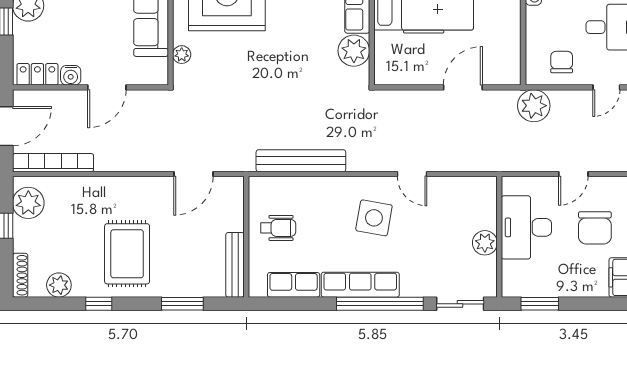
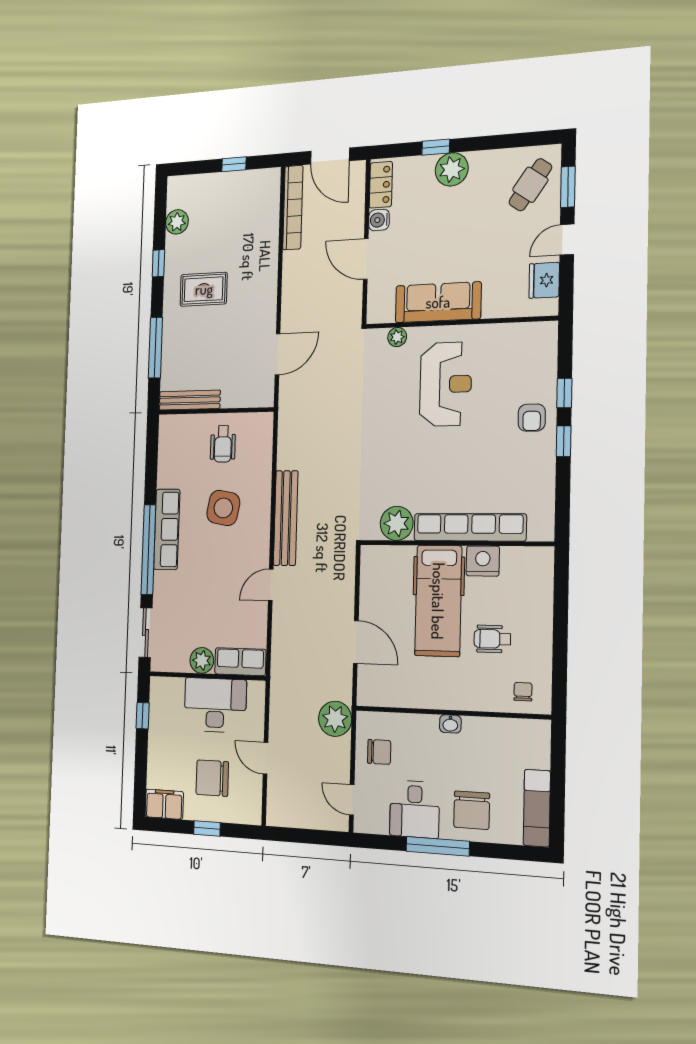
bench: (301, 161) -> (286, 518), moved
door: (193, 174) -> (278, 354), swing flipped
plant: (28, 203) -> (255, 185), removed
side table: (374, 218) -> (223, 508), moved
rug: (127, 254) -> (204, 289), width x0.73, depth x0.70
shoe rack: (20, 275) -> (187, 182), removed
row of seats: (294, 285) -> (240, 662), moved, turned -90
window: (182, 304) -> (155, 348), width x1.44
window: (540, 304) -> (143, 716), width x0.67

